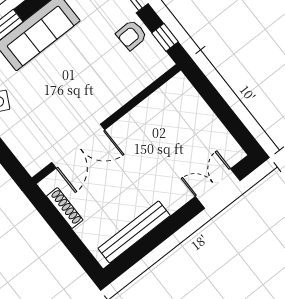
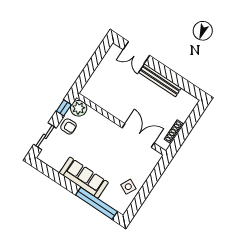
plant: (156, 62) -> (79, 108), added
bench: (134, 232) -> (160, 80), moved

